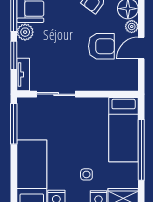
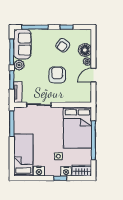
armchair: (101, 46) -> (57, 75), moved, turned -90
bed: (124, 130) -> (77, 127), width x1.50

